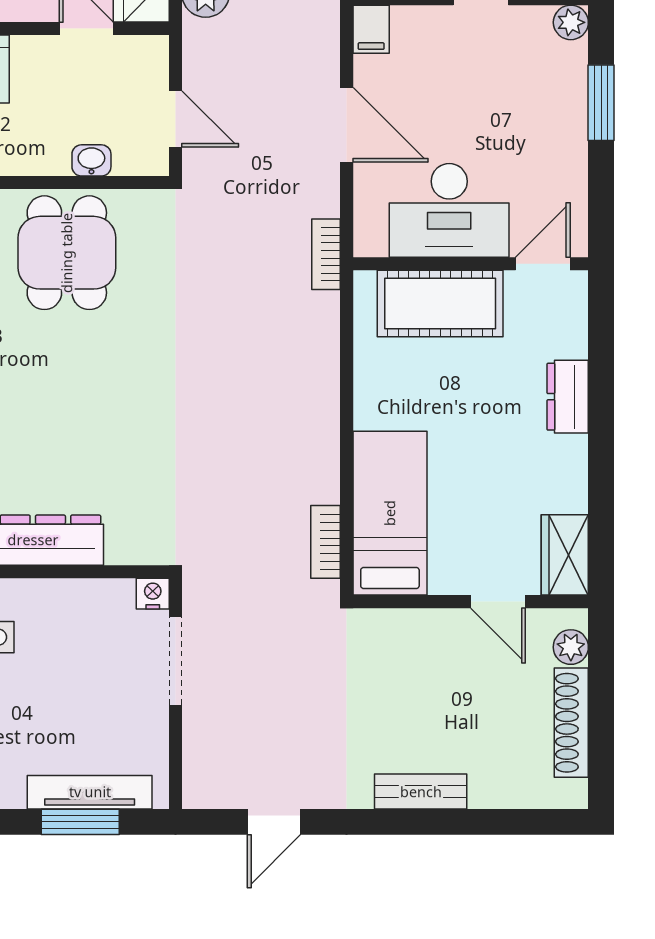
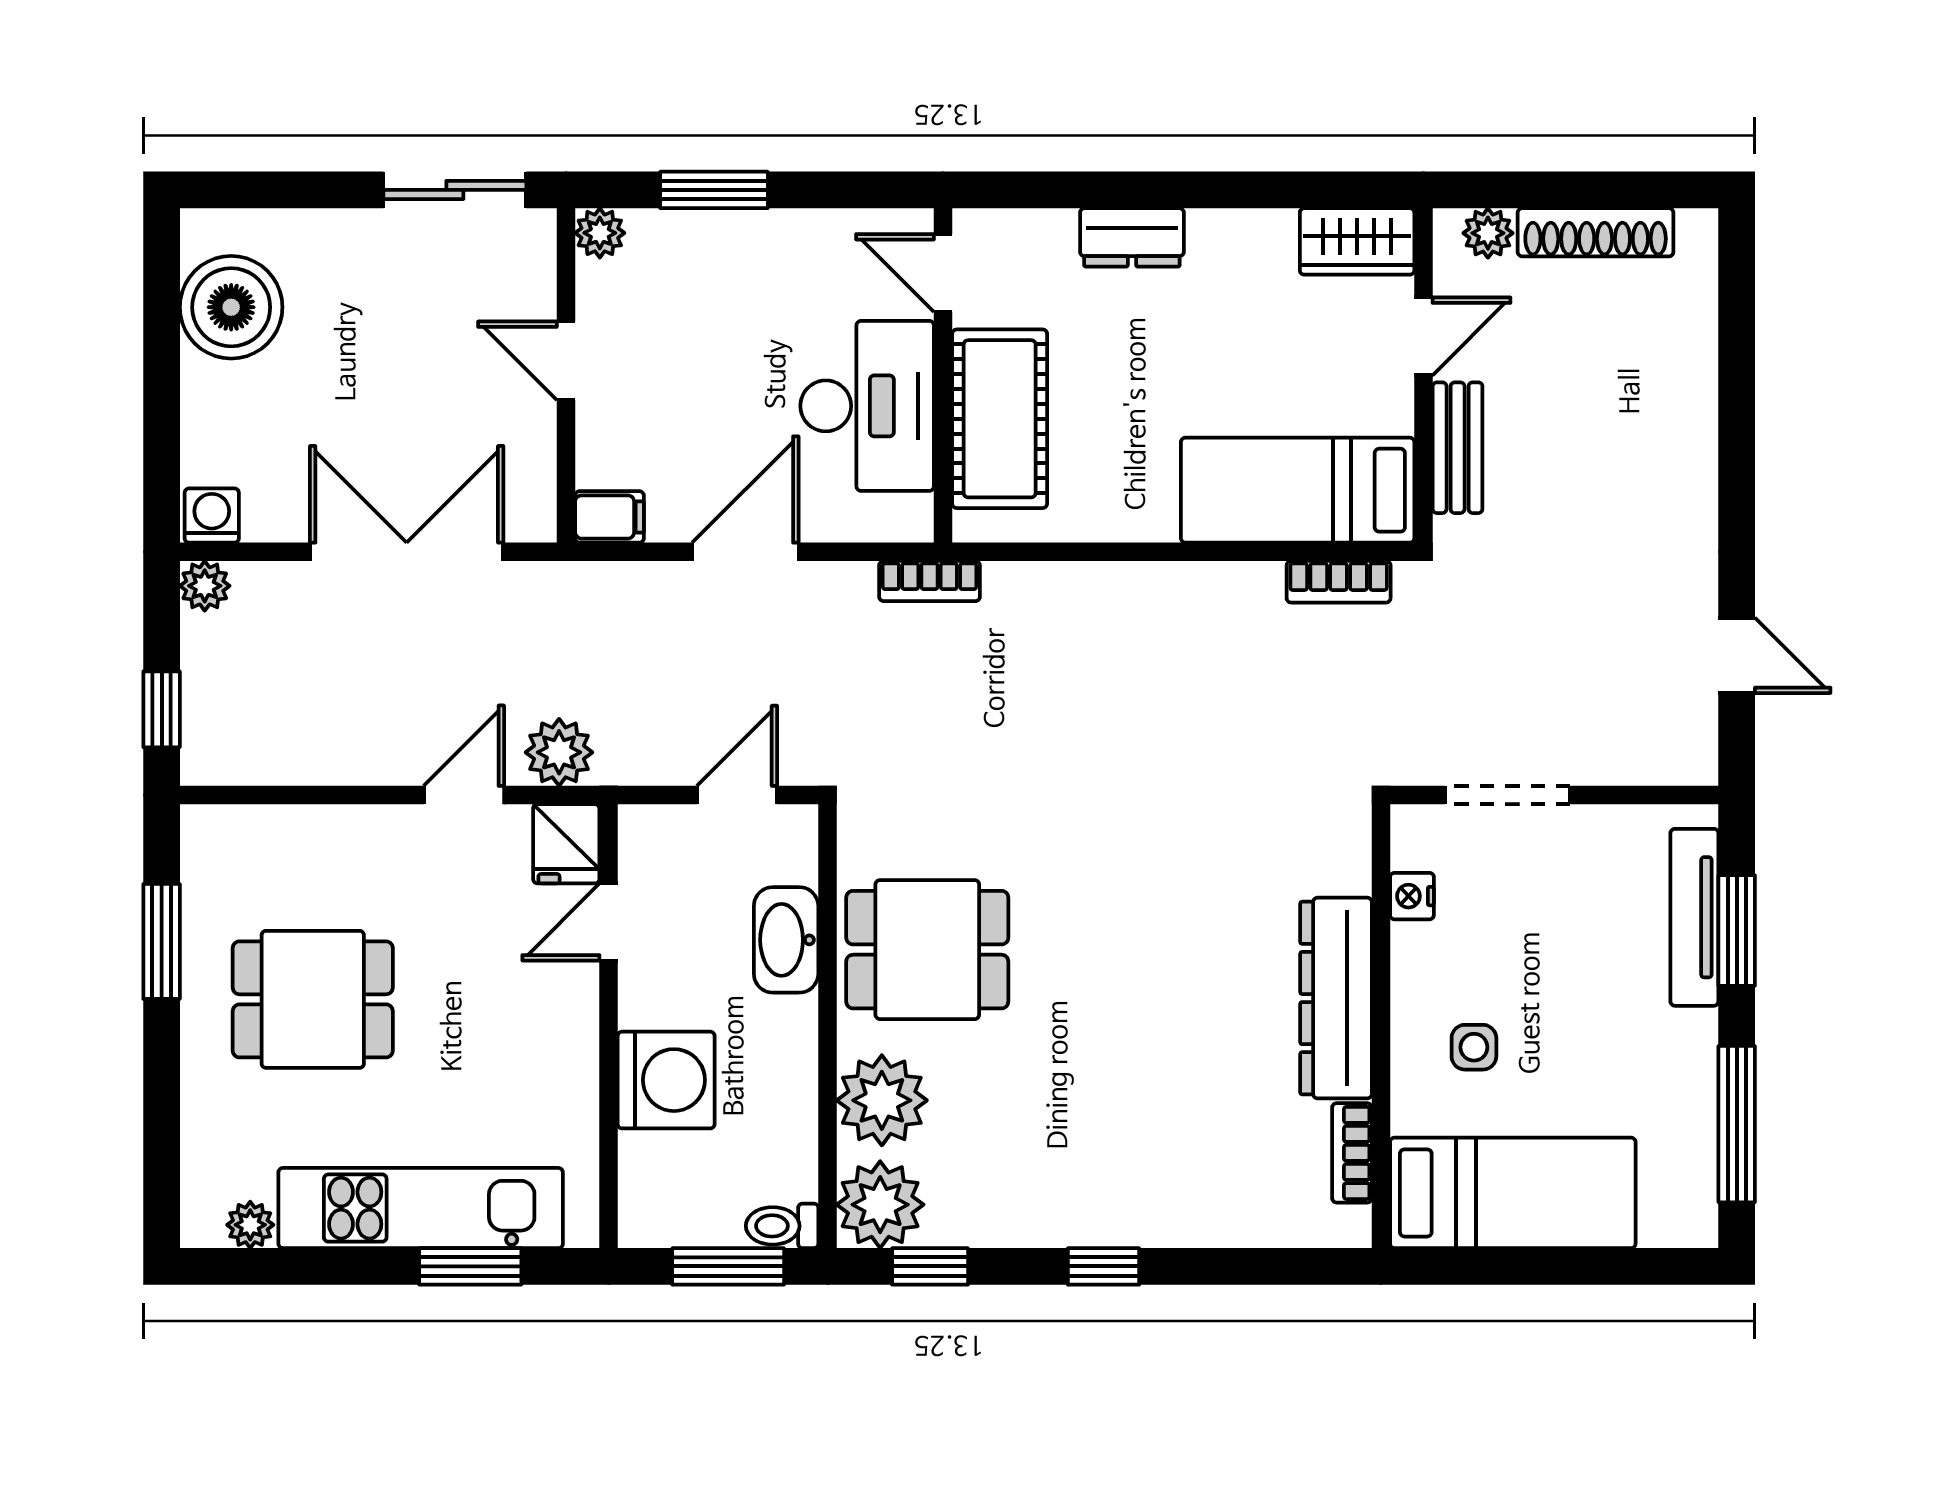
washbasin: (91, 160) -> (786, 940), width x1.91, depth x1.45
nightstand: (153, 594) -> (1412, 896), moved
bench: (421, 792) -> (1458, 448), moved

